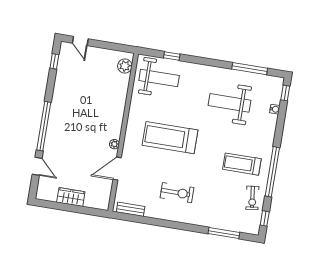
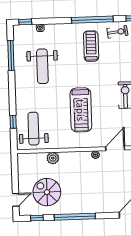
plant: (125, 66) -> (53, 158), moved
spiral stairs: (82, 79) -> (47, 192), added
window: (44, 126) -> (75, 217), moved
treadmill: (242, 164) -> (91, 46), turned 180
door: (117, 169) -> (115, 148), swing flipped

